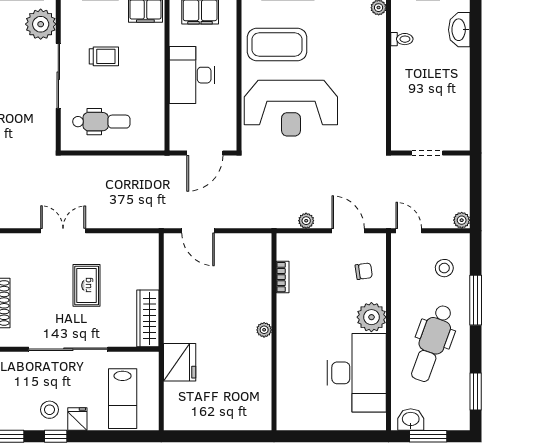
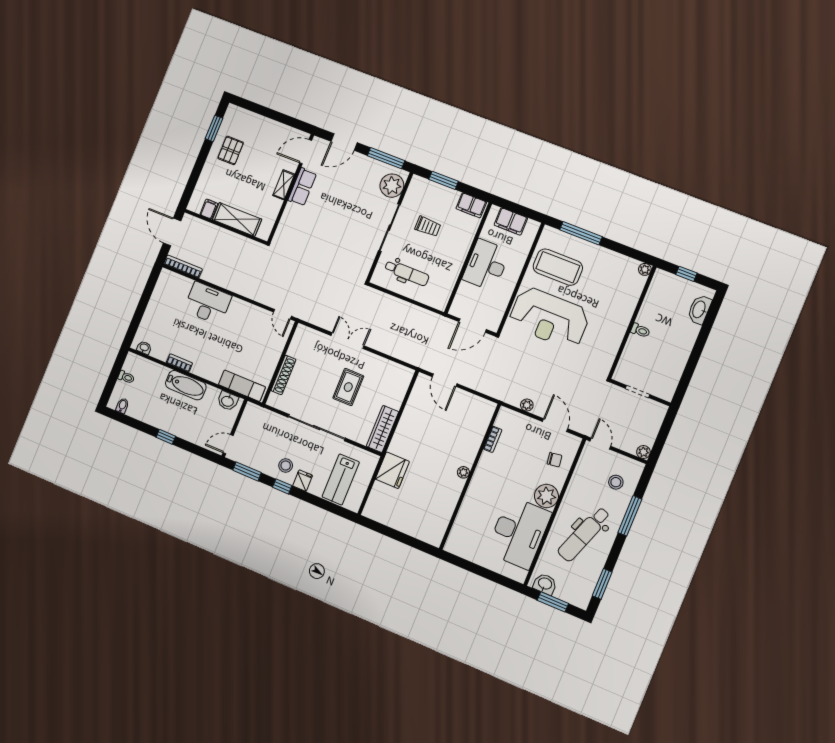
toilet: (402, 39) -> (640, 330), moved

